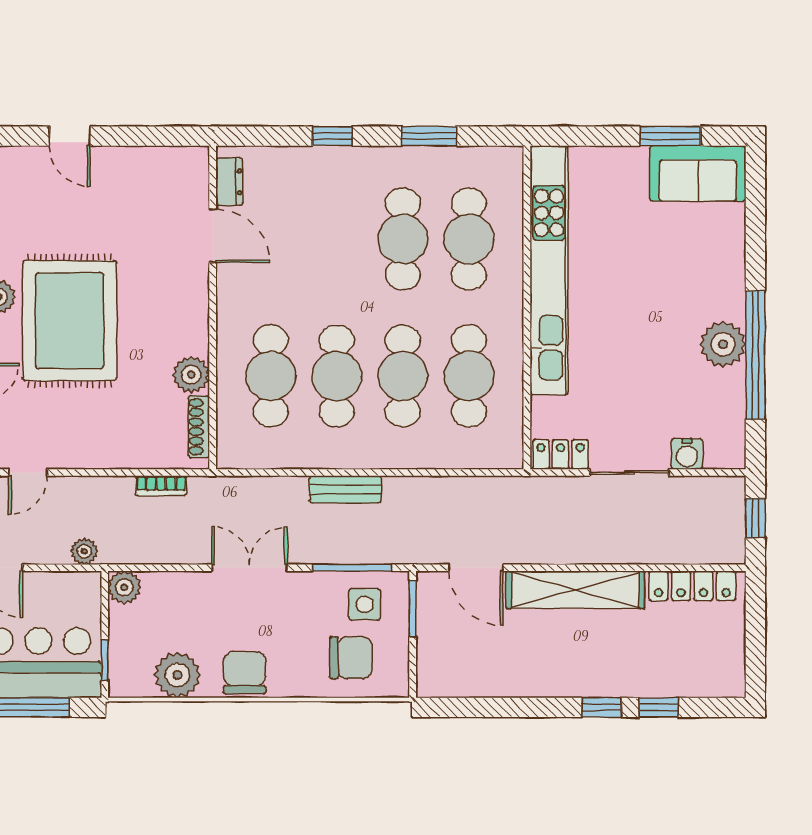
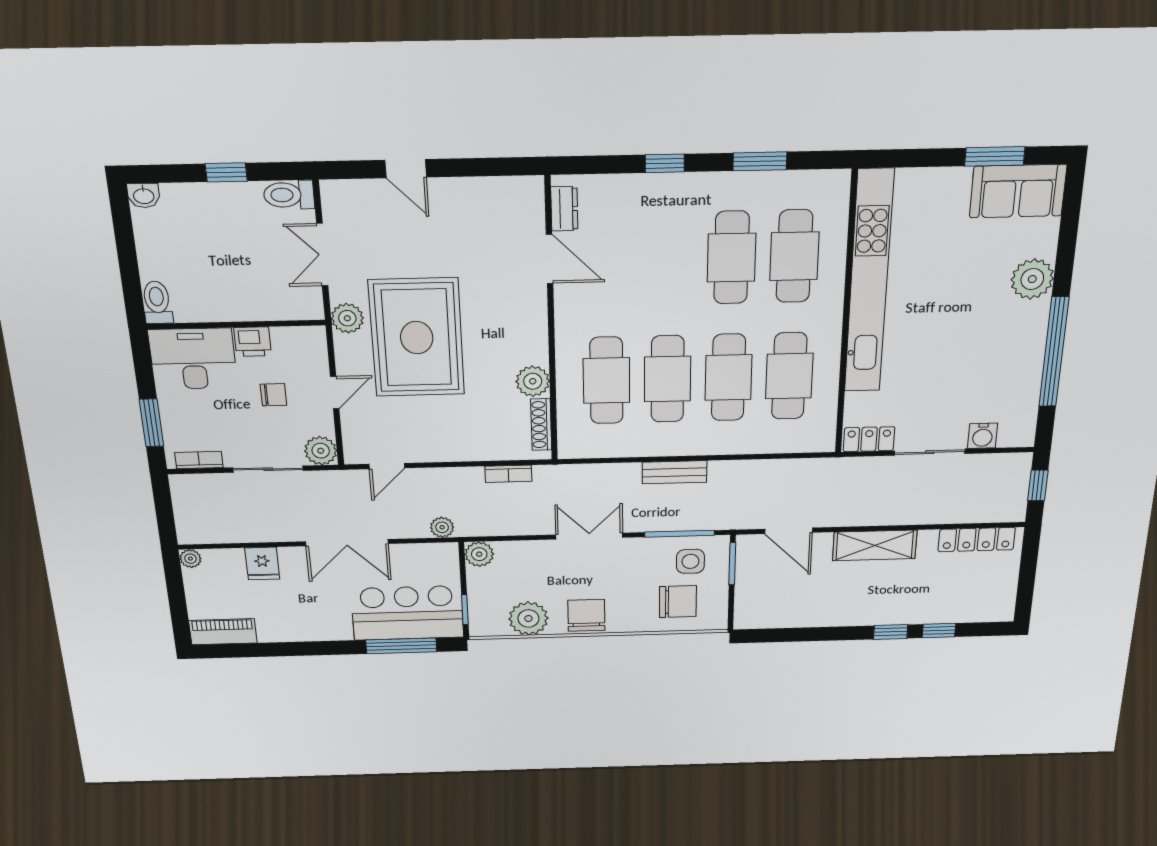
plant: (723, 344) -> (1032, 279), moved
shelving: (575, 590) -> (875, 545), width x0.68

